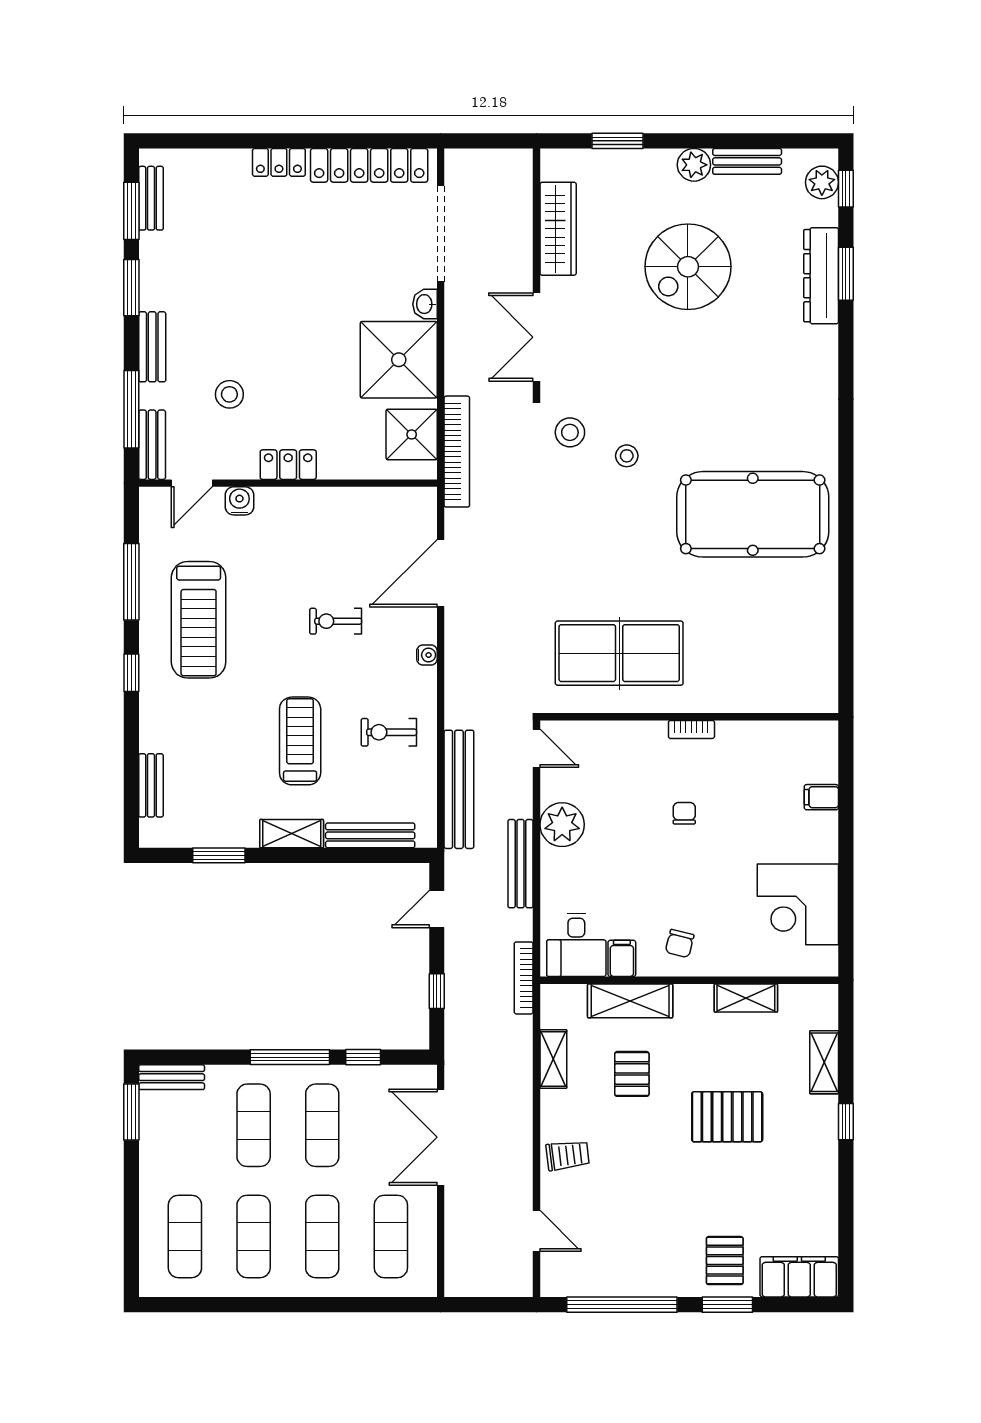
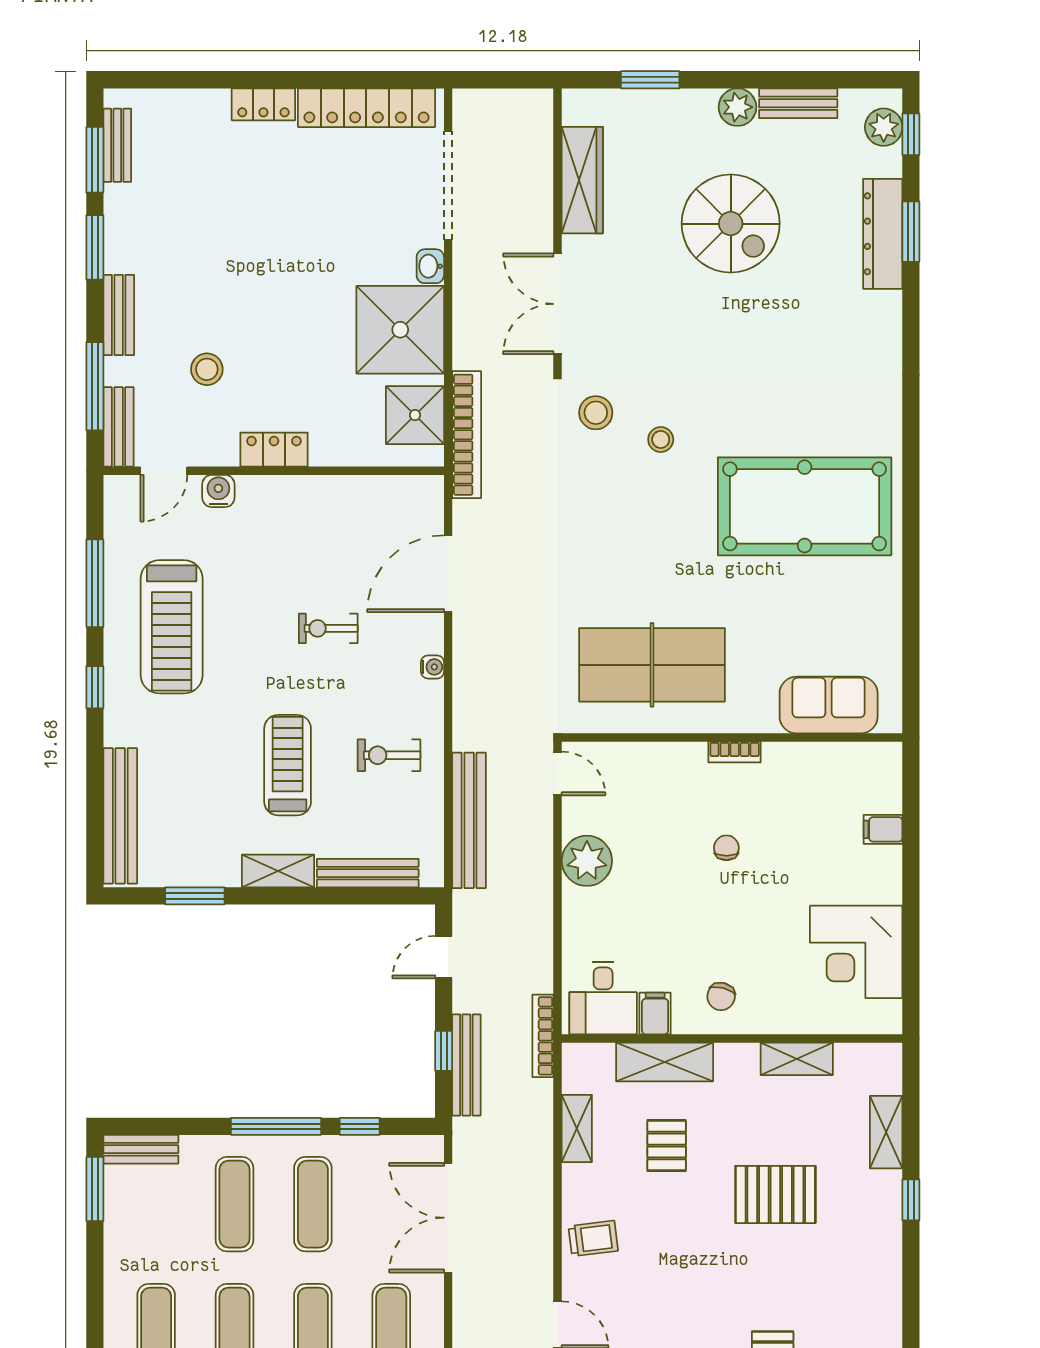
spiral stairs: (688, 267) -> (731, 224), turned -90
sofa: (774, 688) -> (829, 705), added
bench: (151, 785) -> (120, 816), width x1.86, depth x1.21
bench: (520, 864) -> (466, 1065), moved

